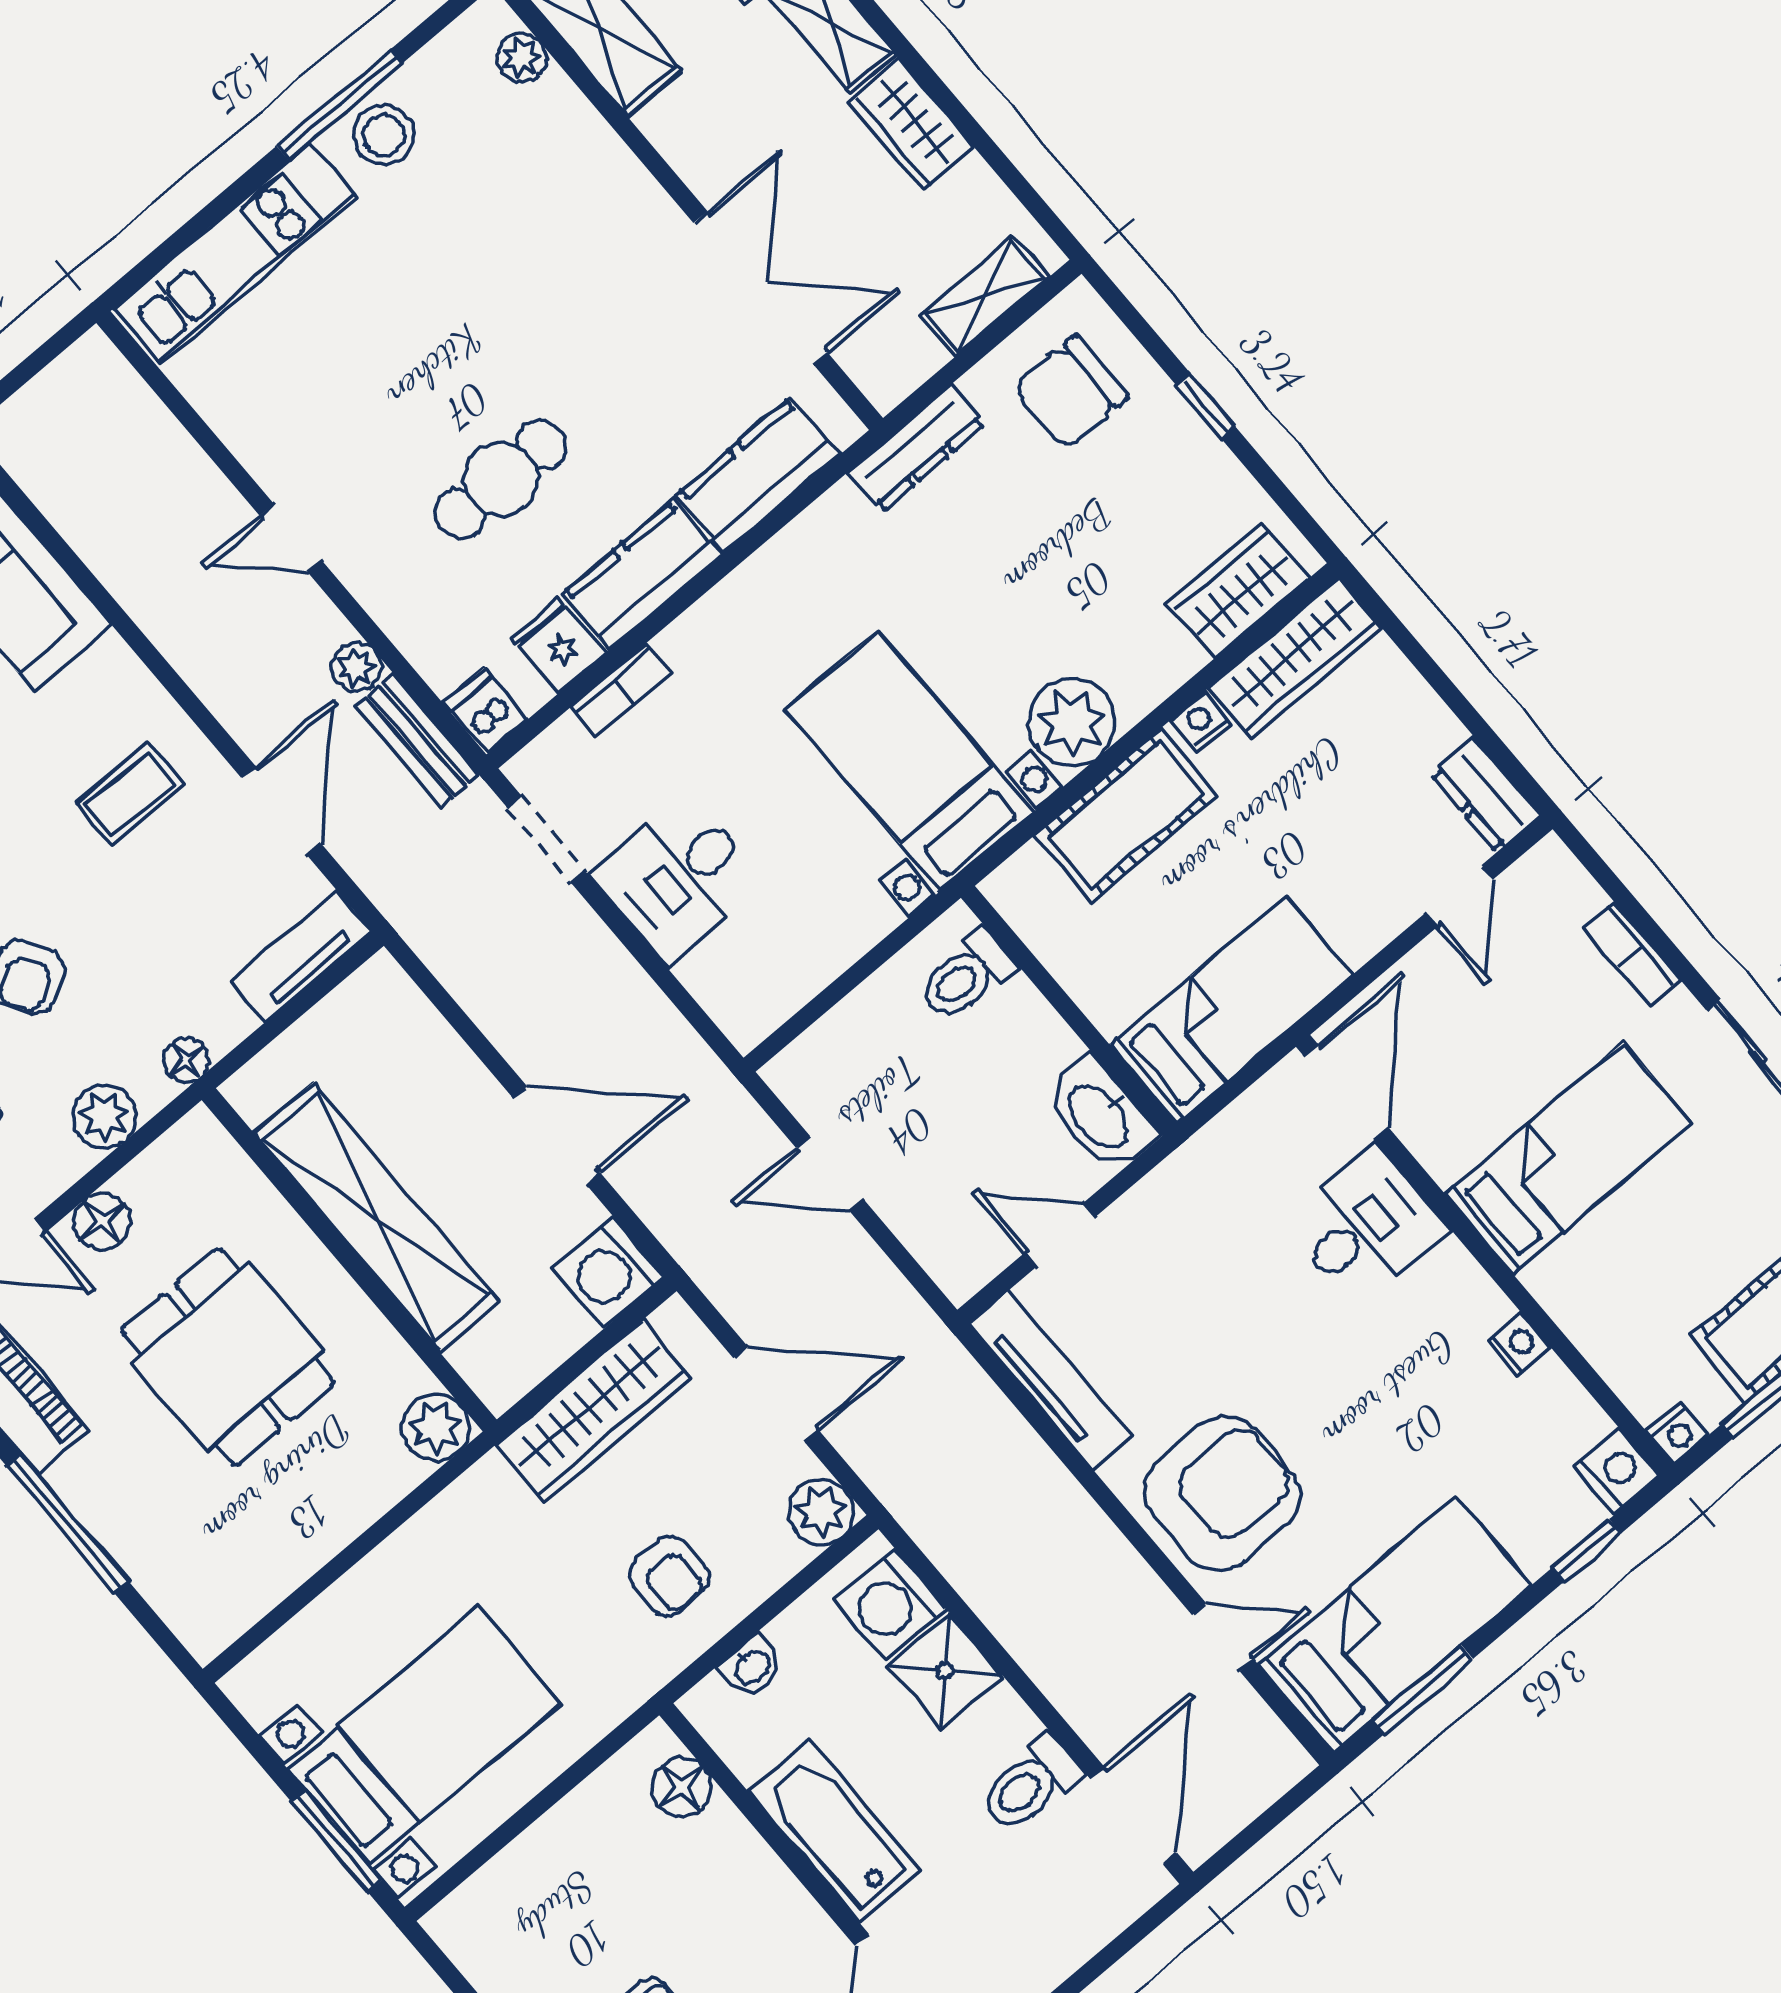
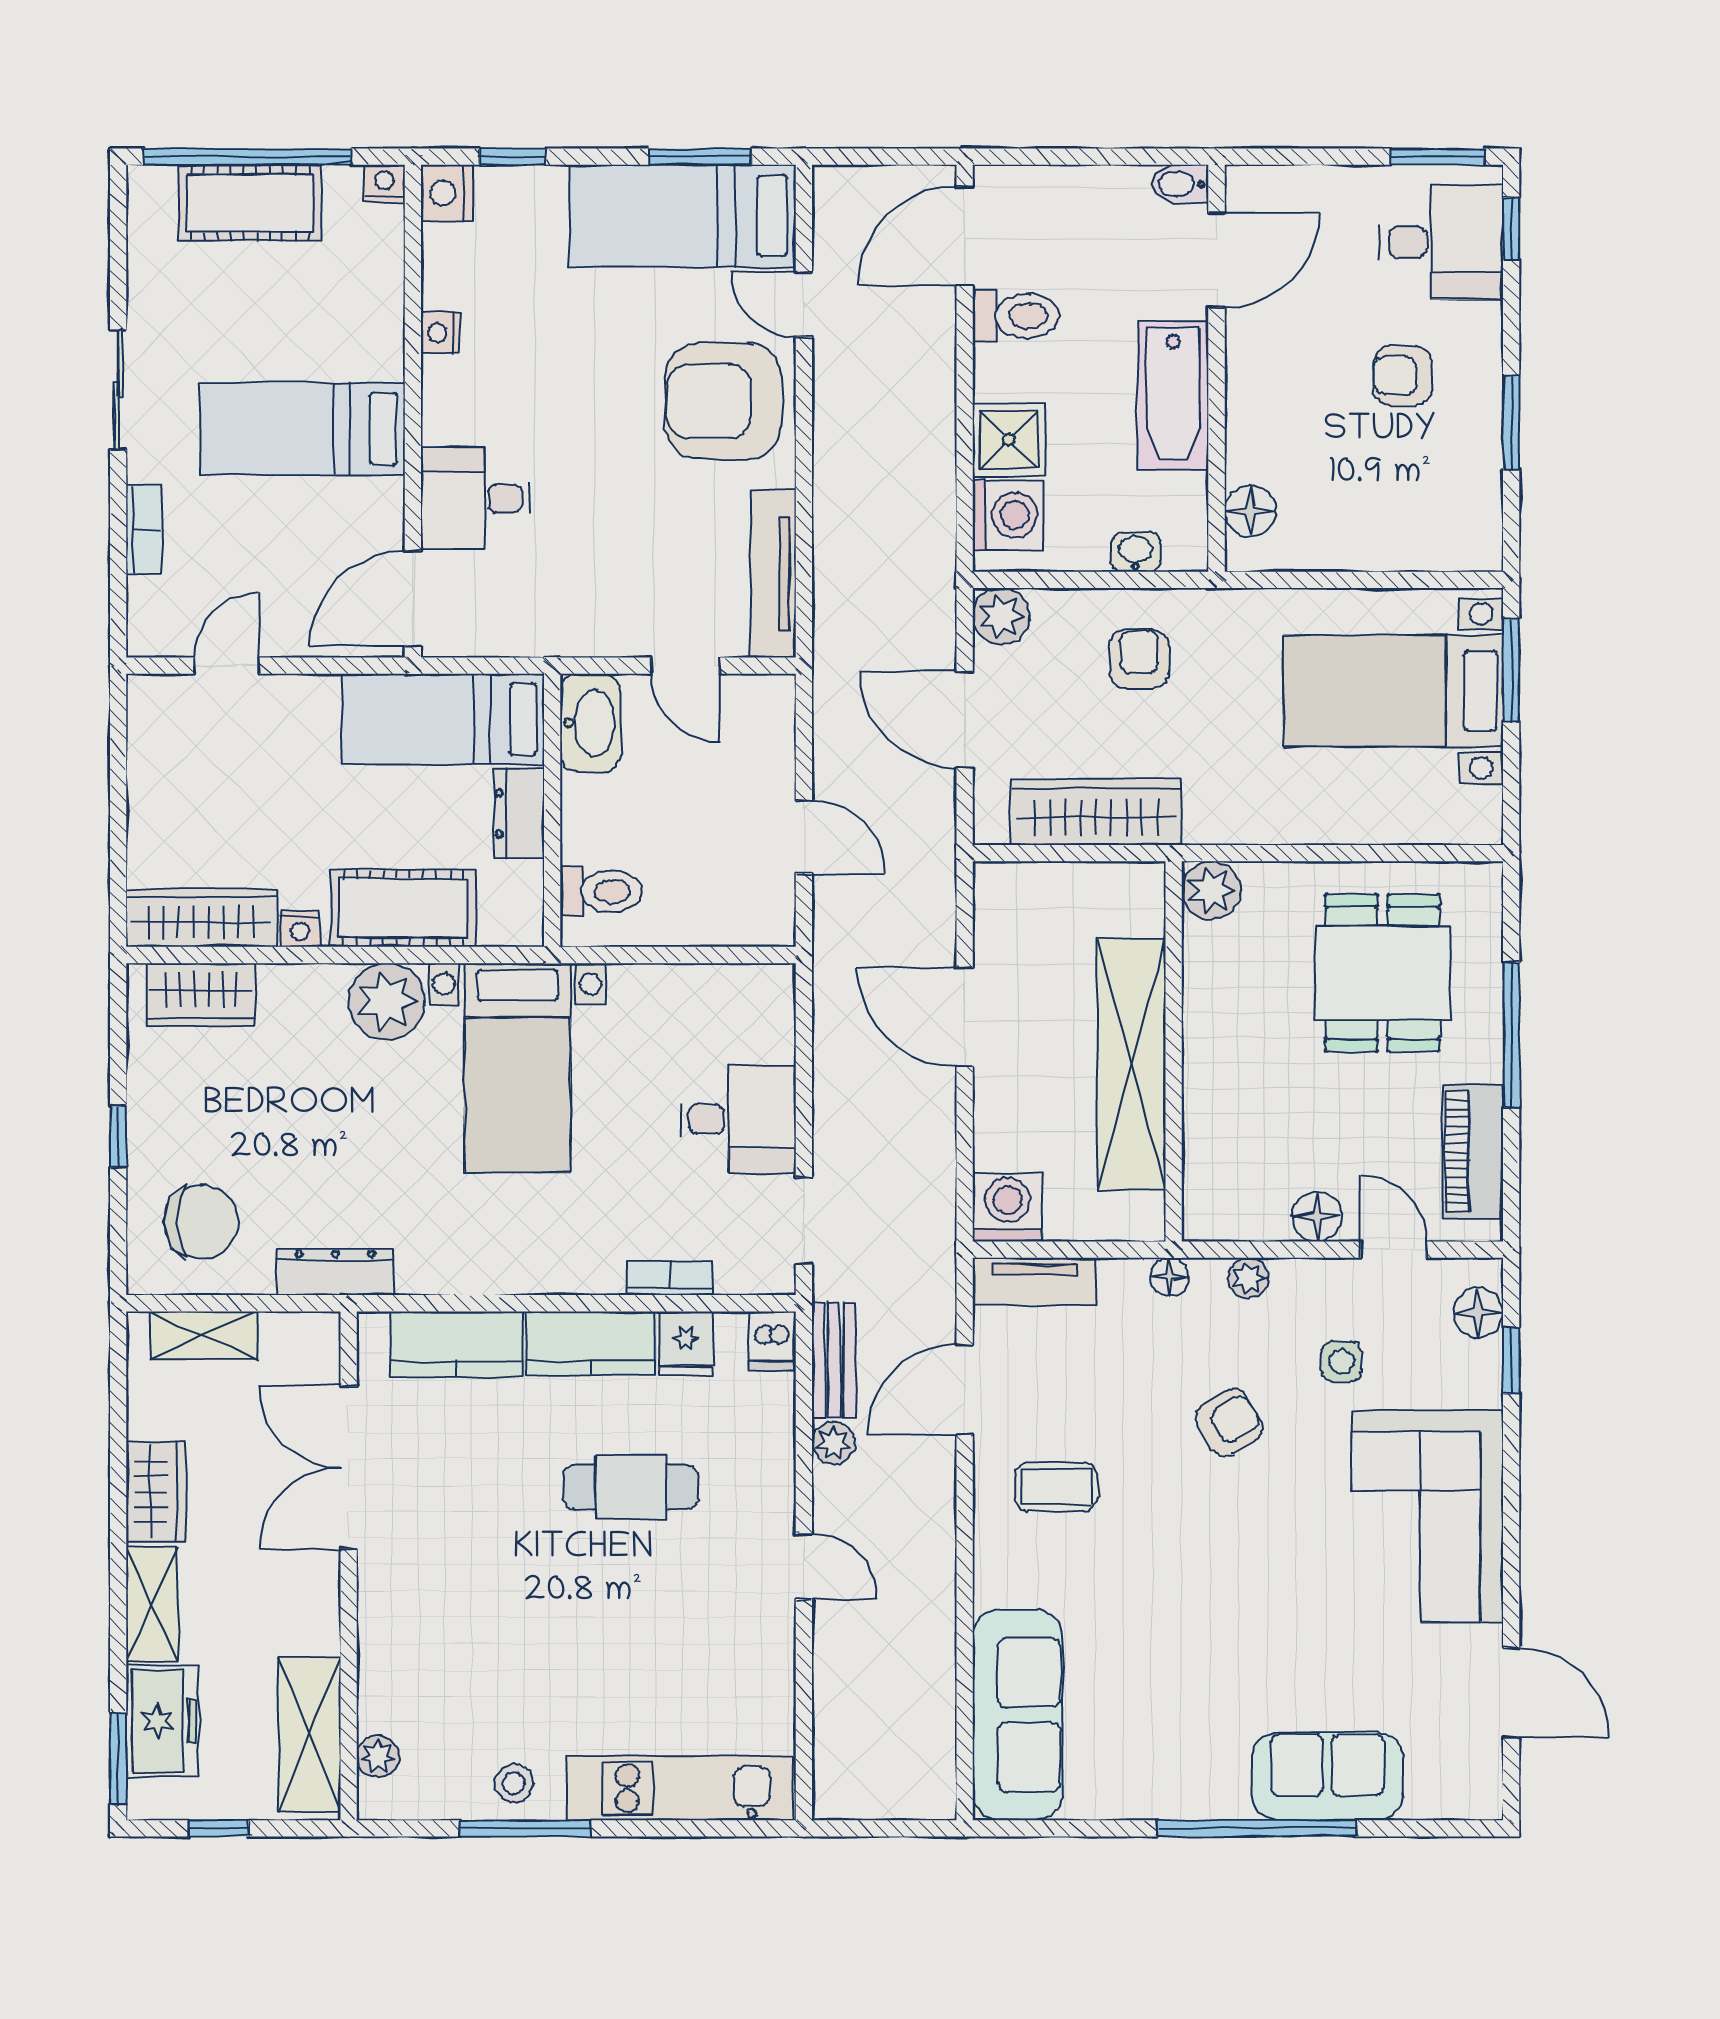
stool: (383, 135) -> (514, 1783), width x0.73, depth x0.73
dresser: (1486, 795) -> (519, 814), moved, turned 180
plant: (105, 1117) -> (1248, 1278), width x0.73, depth x0.73
washing machine: (609, 1272) -> (1008, 1207), moved, turned -90
dining table: (228, 1357) -> (1383, 973), moved

